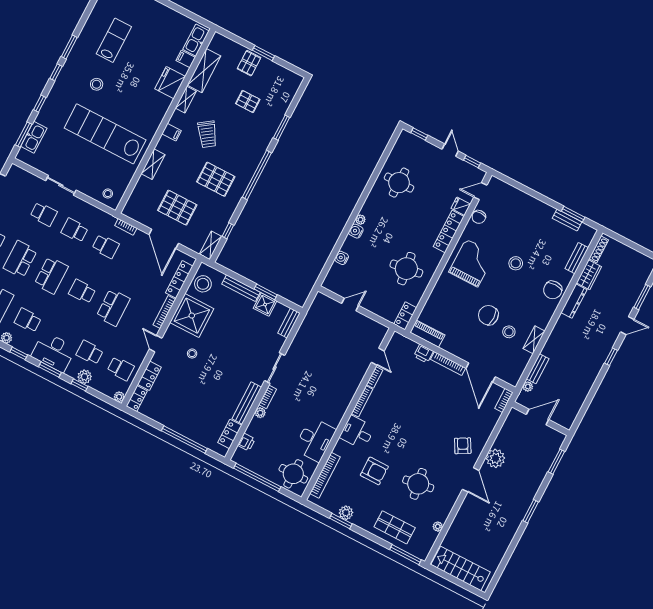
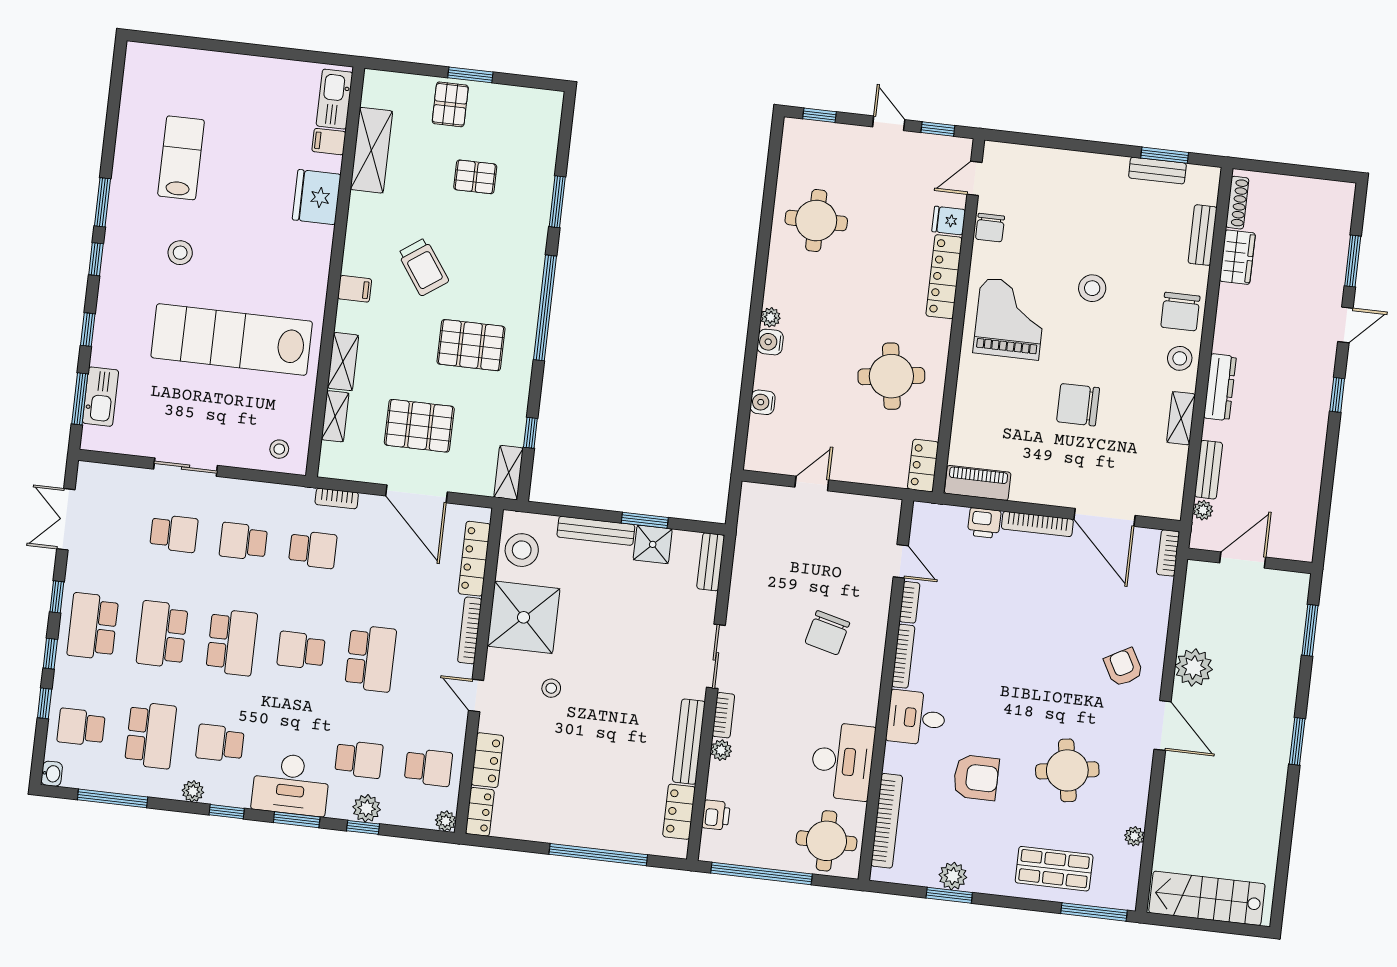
shelving: (186, 100) -> (335, 416), moved
dresser: (574, 301) -> (1220, 387), moved
stool: (509, 332) -> (1180, 358), moved
school desk: (90, 352) -> (359, 759), turned 180
chair: (331, 377) -> (827, 633), added

